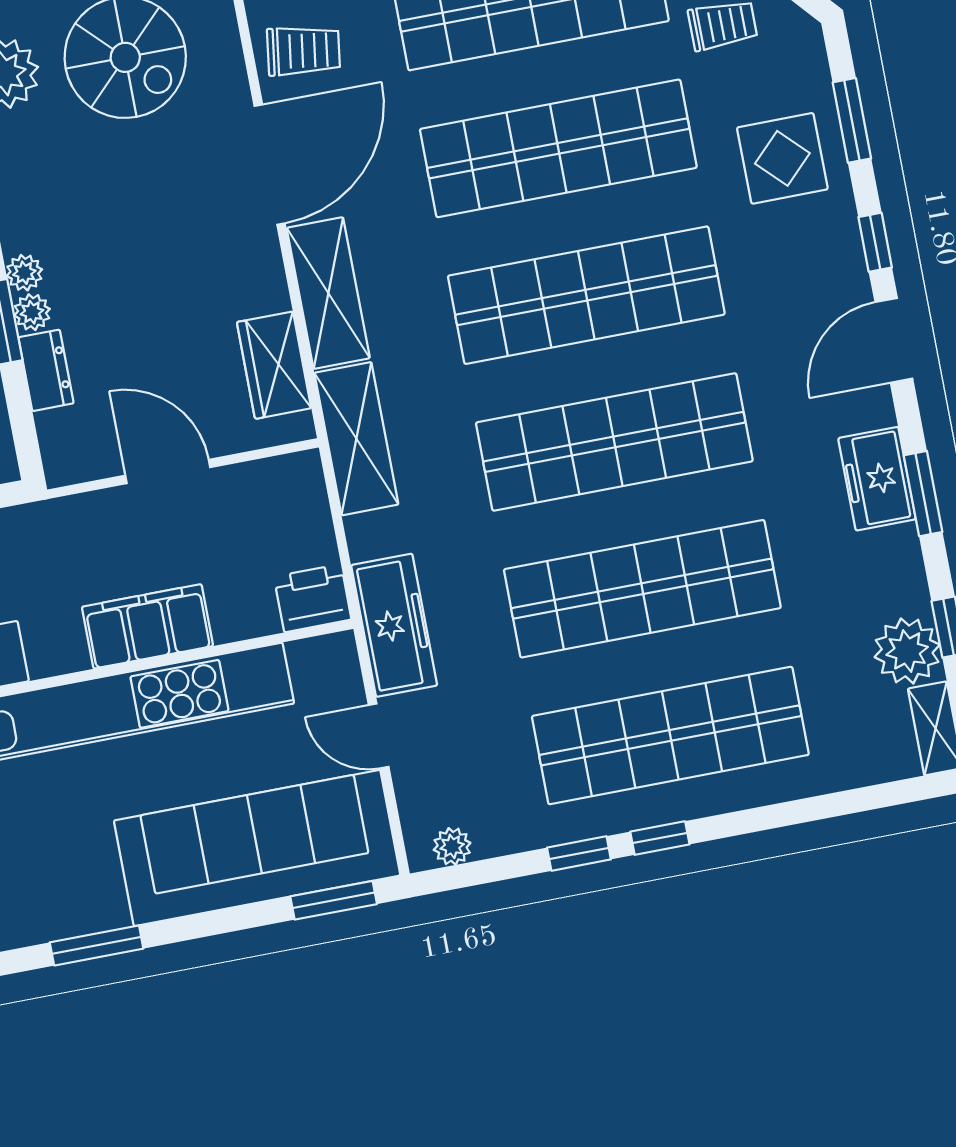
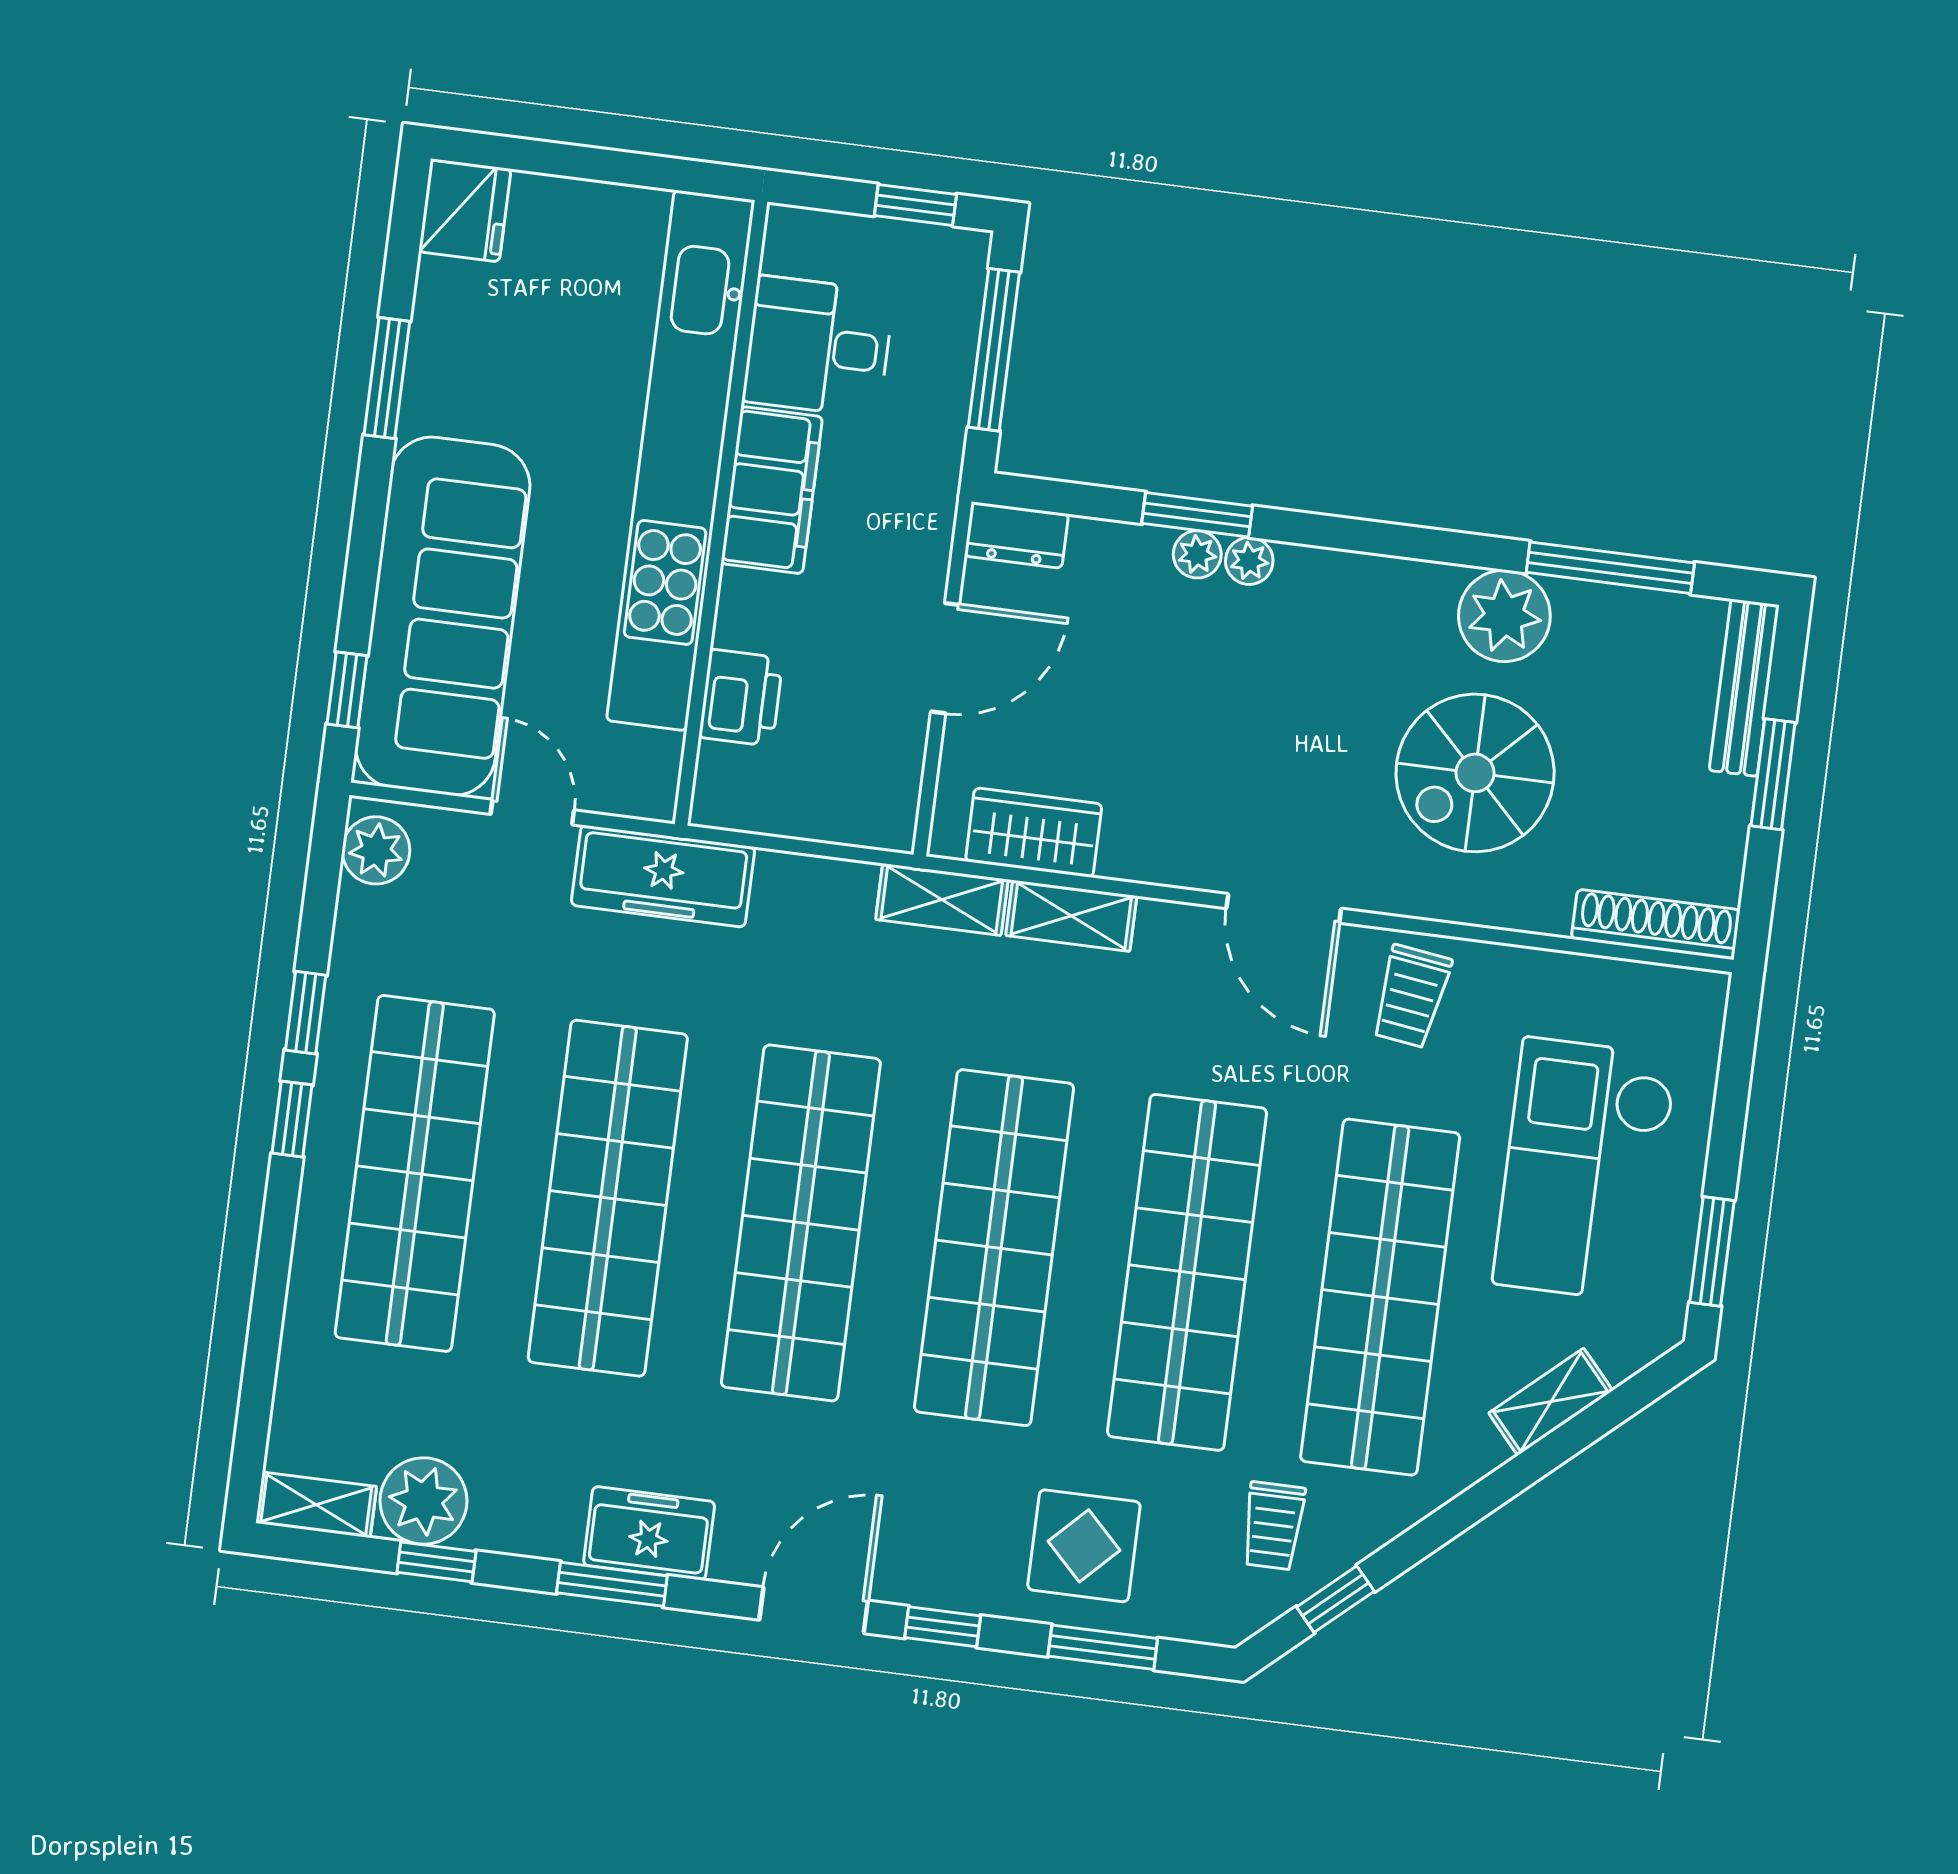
door: (270, 165) -> (1284, 908), width x0.73
shelving: (328, 293) -> (1071, 916), width x0.67, depth x0.75
door: (894, 340) -> (814, 1610), hinge flipped
dresser: (46, 370) -> (1017, 535), moved
shelving: (356, 439) -> (942, 899), width x0.67, depth x0.75
printer: (313, 598) -> (741, 698), moved
filing cabinet: (147, 626) -> (772, 490), moved
door: (379, 736) -> (532, 812), hinge flipped
plant: (452, 846) -> (376, 850), width x1.38, depth x1.38
window: (334, 900) -> (347, 690), width x0.67

